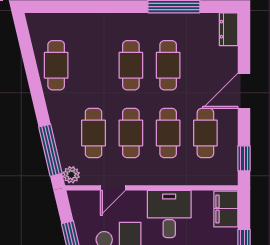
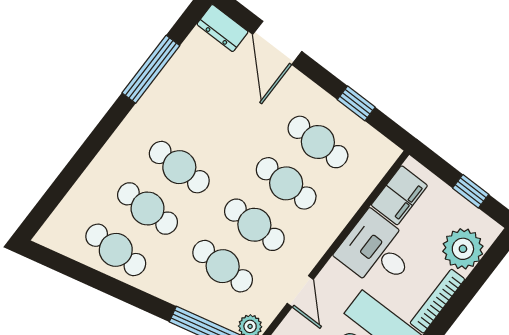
cafe table: (168, 65) -> (148, 208), moved
door: (244, 91) -> (277, 43), moved
window: (244, 158) -> (356, 103), moved
filing cabinet: (226, 209) -> (399, 195), moved, turned -90

